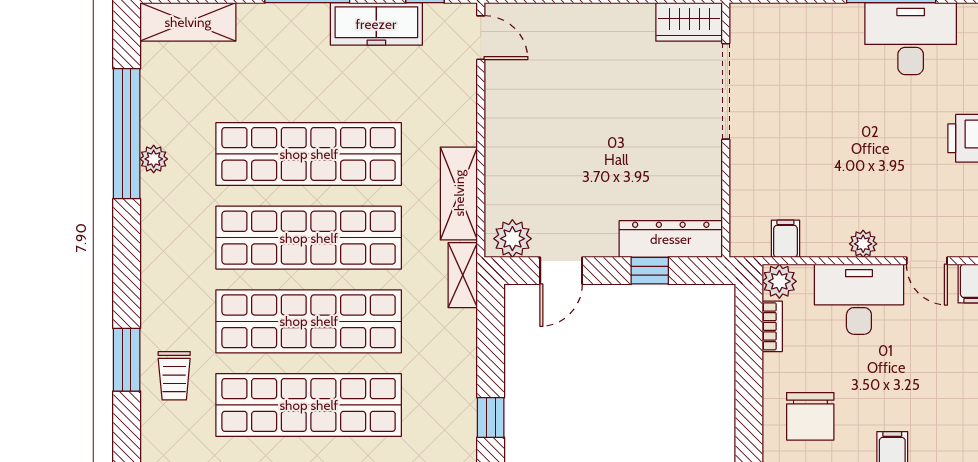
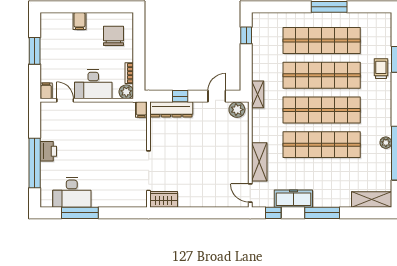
shelving: (459, 193) -> (259, 162), moved
filing cabinet: (785, 239) -> (141, 109), moved
plant: (863, 244) -> (92, 107), removed
trolley: (174, 376) -> (381, 69), moved

